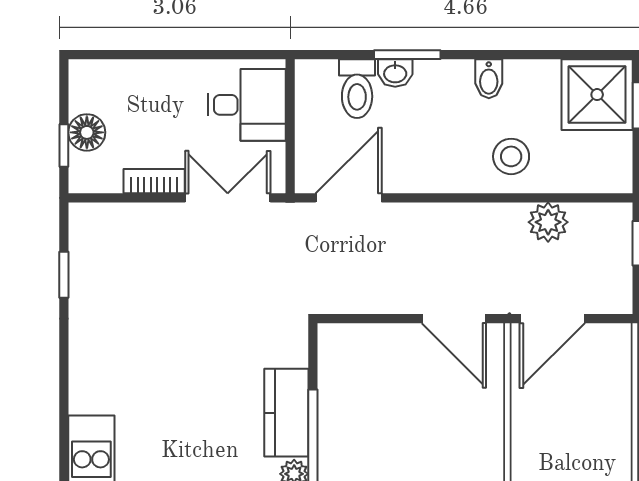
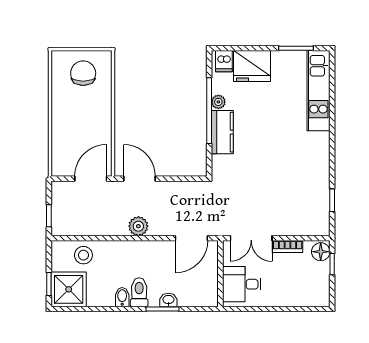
toilet: (357, 89) -> (139, 292), moved
floor lamp: (87, 132) -> (321, 252), moved
stool: (511, 156) -> (83, 255), moved
plant: (548, 222) -> (138, 226), moved

